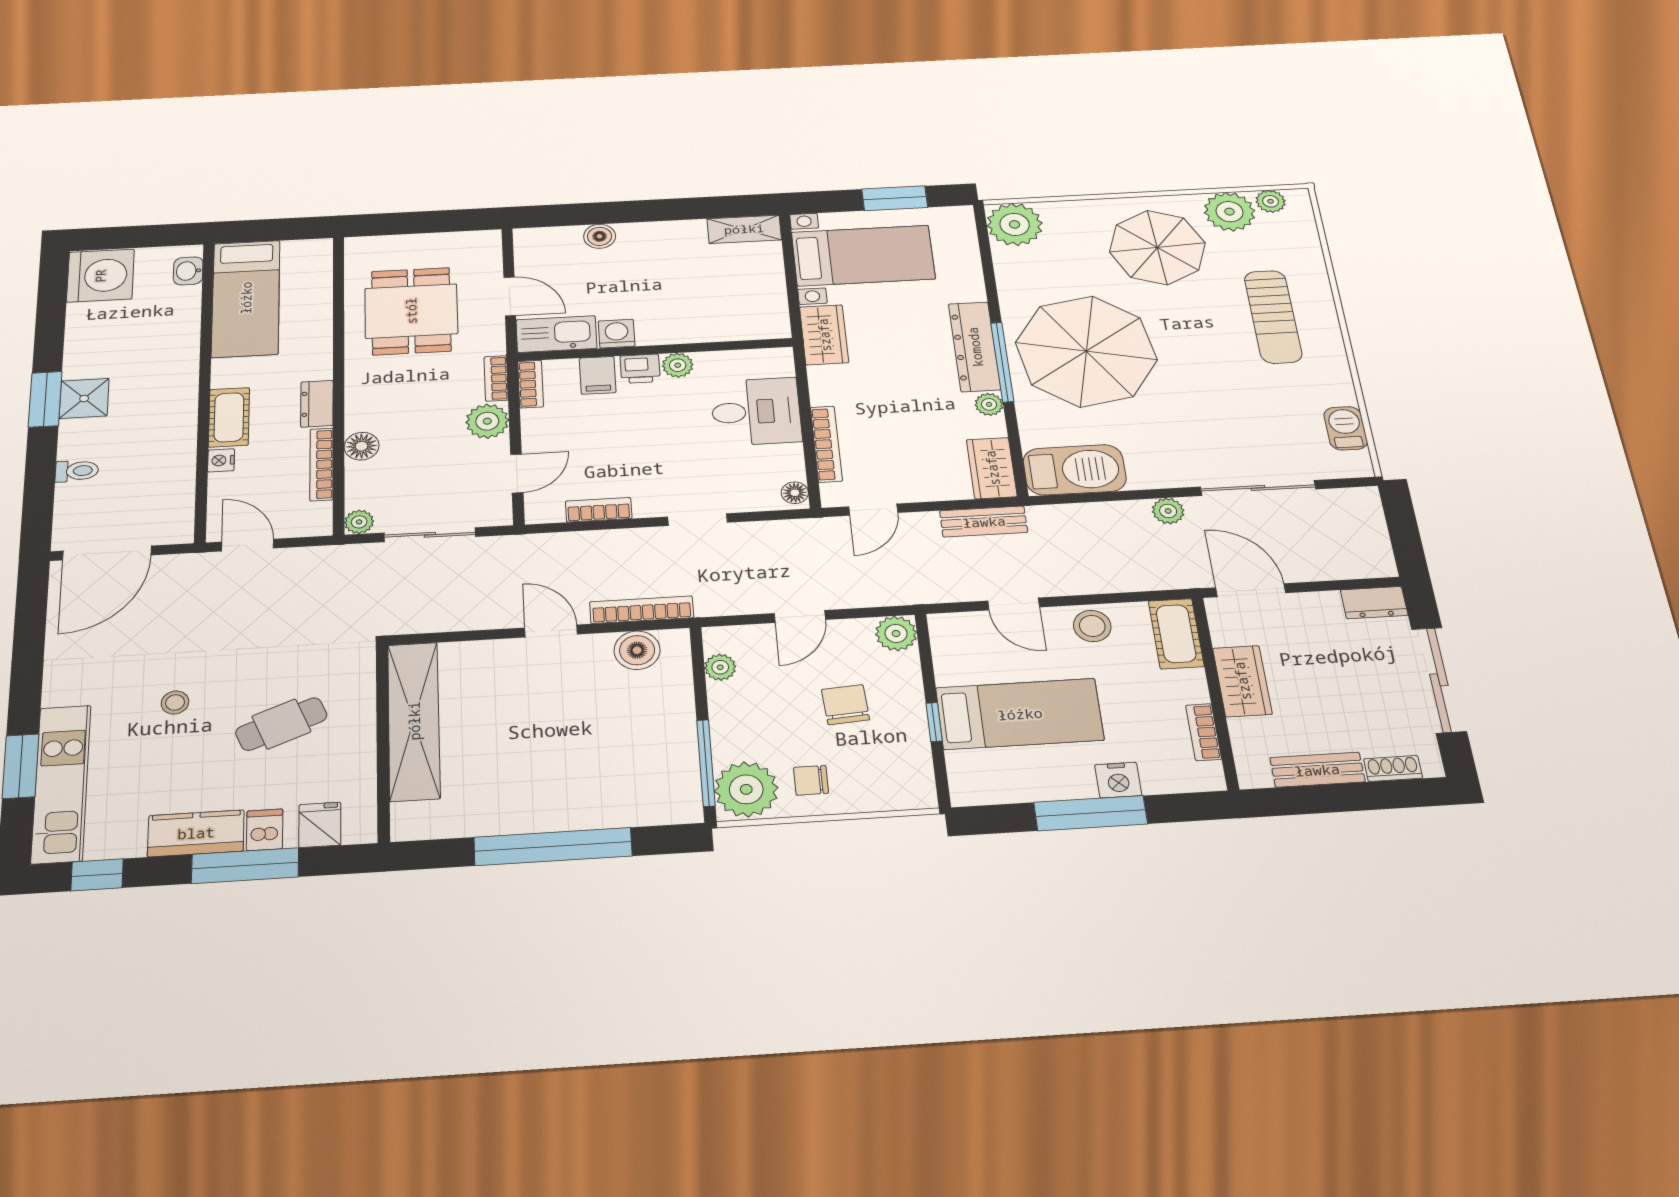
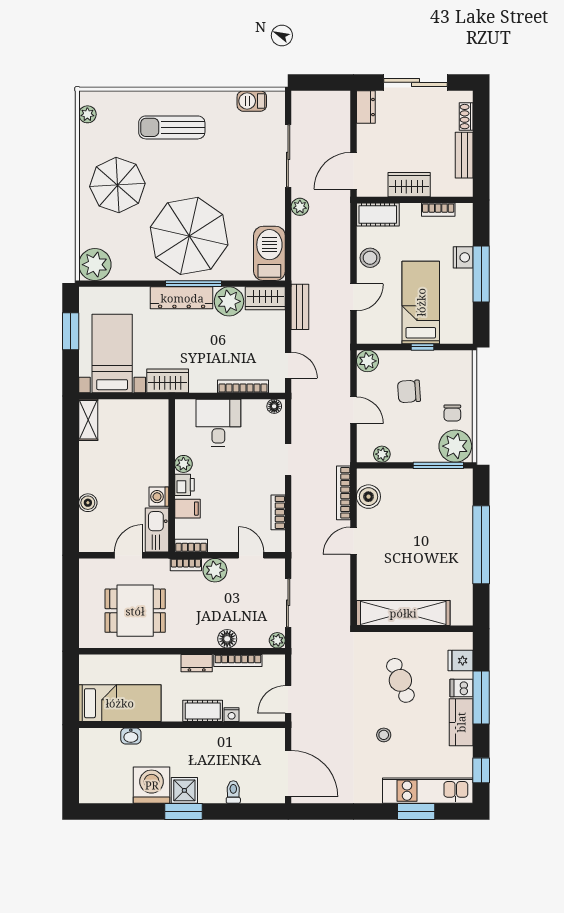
plant: (1230, 212) -> (94, 139), removed
washbasin: (188, 271) -> (131, 736), moved
washing machine: (100, 276) -> (152, 785), moved
sun lounger: (1273, 317) -> (172, 127), turned 180
plant: (989, 404) -> (229, 301), width x1.87, depth x1.87

